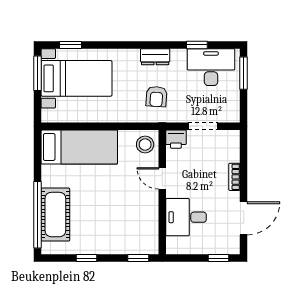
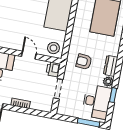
plant: (179, 56) -> (108, 81), added
door: (162, 178) -> (29, 55), hinge flipped

